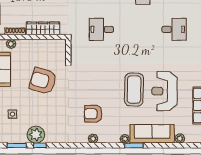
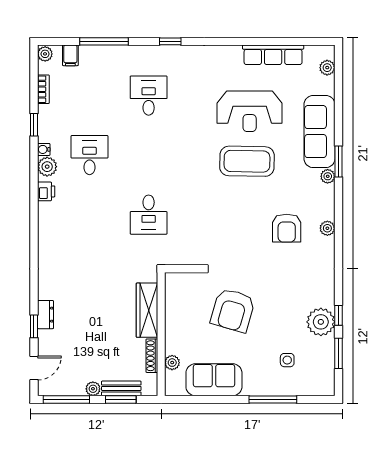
plant: (180, 139) -> (327, 68), moved

